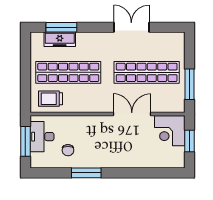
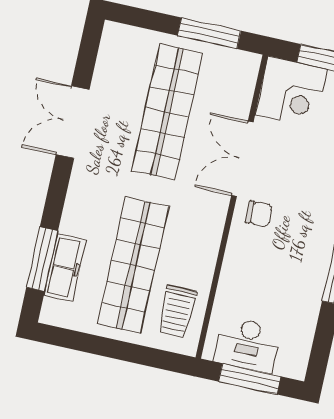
chair: (68, 150) -> (259, 214), moved

